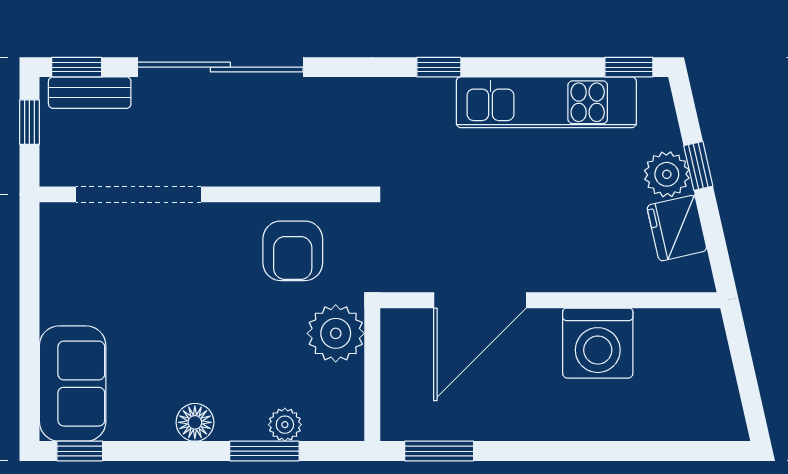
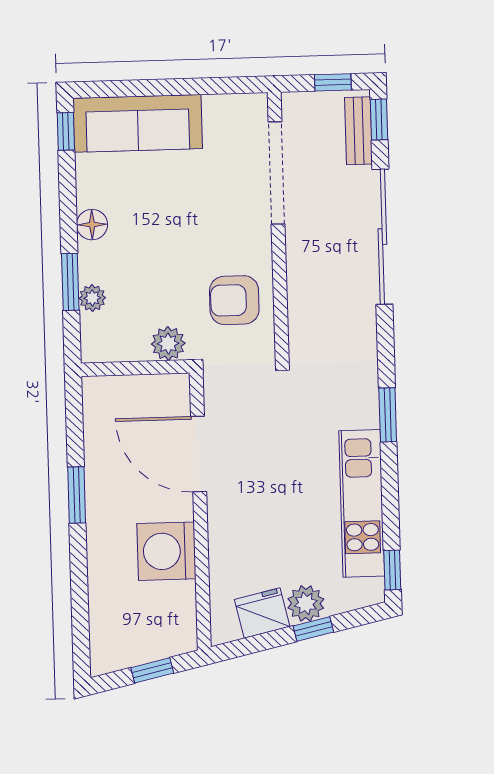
window: (439, 67) -> (388, 415), width x1.50
plant: (336, 333) -> (168, 344), width x0.73, depth x0.73
window: (743, 365) -> (152, 670), added
sofa: (73, 384) -> (138, 123), width x1.36
window: (439, 451) -> (77, 495), moved

